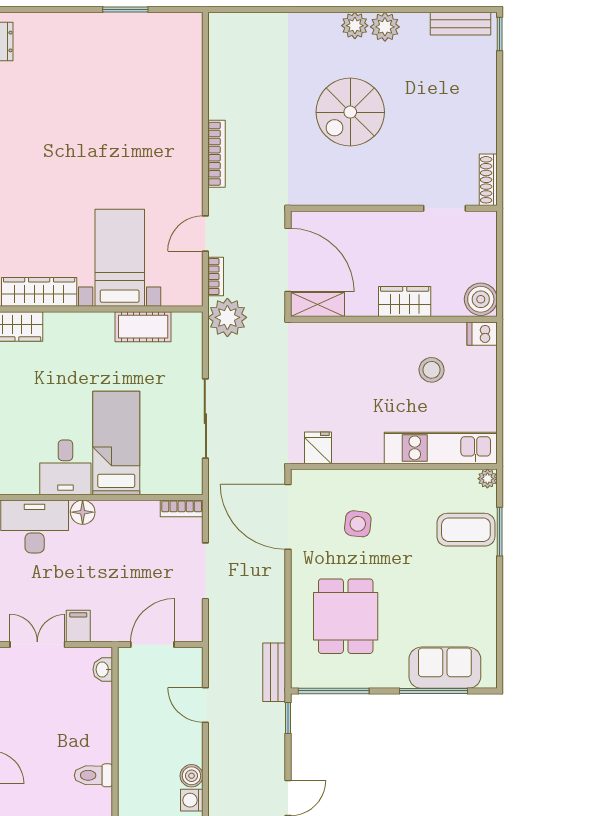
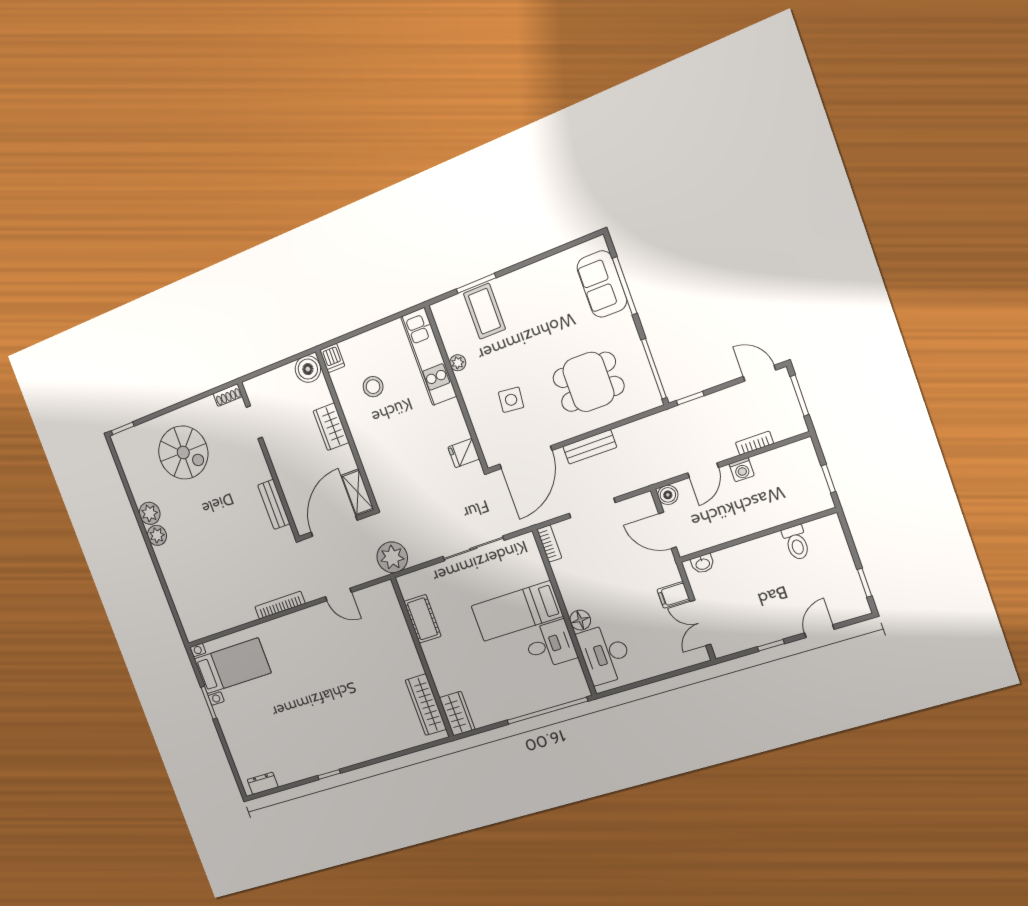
bench: (461, 24) -> (274, 504), moved
spiral stairs: (350, 112) -> (183, 452), moved
shoe rack: (488, 180) -> (228, 395), width x0.70
bed with nightstands: (120, 258) -> (232, 666), moved, turned 180
bookcase: (216, 277) -> (755, 443), moved
plant: (487, 479) -> (458, 363), moved
bench: (274, 672) -> (590, 447), moved
boiler: (191, 776) -> (668, 495), moved
washing machine: (192, 800) -> (742, 470), moved

